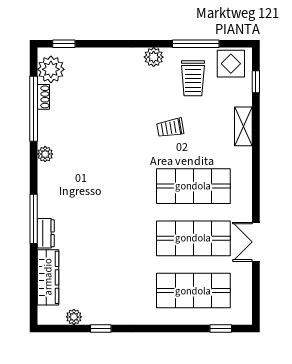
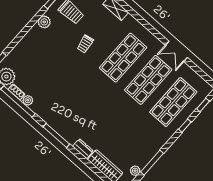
plant: (45, 154) -> (28, 100), moved
window: (34, 219) -> (56, 135), moved
window: (101, 328) -> (152, 163), width x2.17
window: (178, 328) -> (185, 126), added

